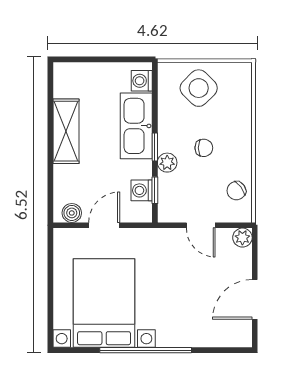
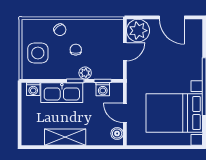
side table: (199, 88) -> (38, 53), turned 45
chair: (236, 191) -> (60, 30), moved
plant: (242, 238) -> (138, 31), width x1.88, depth x1.88

